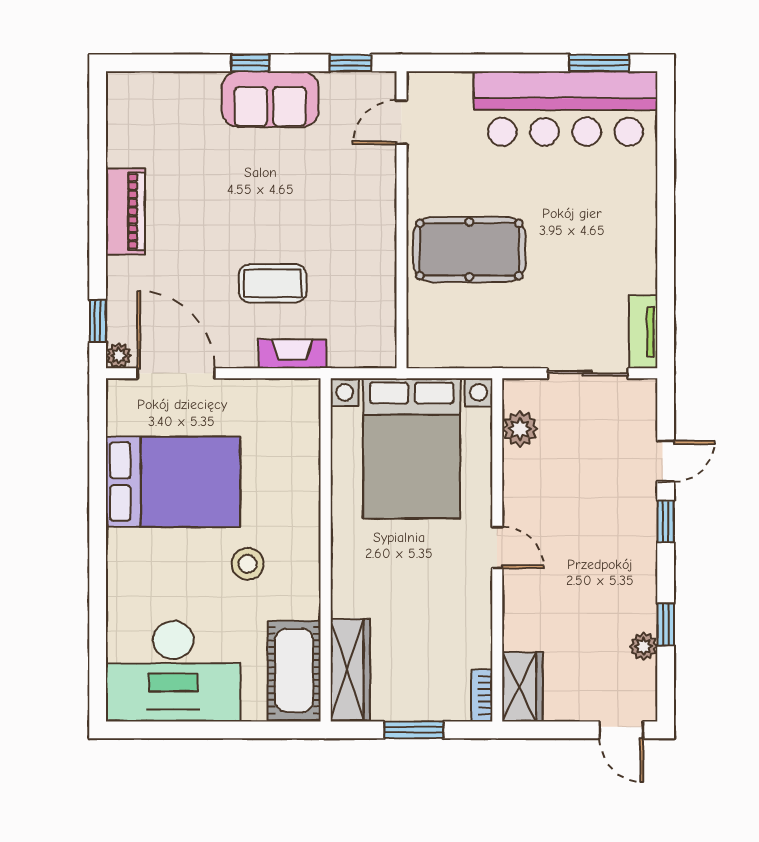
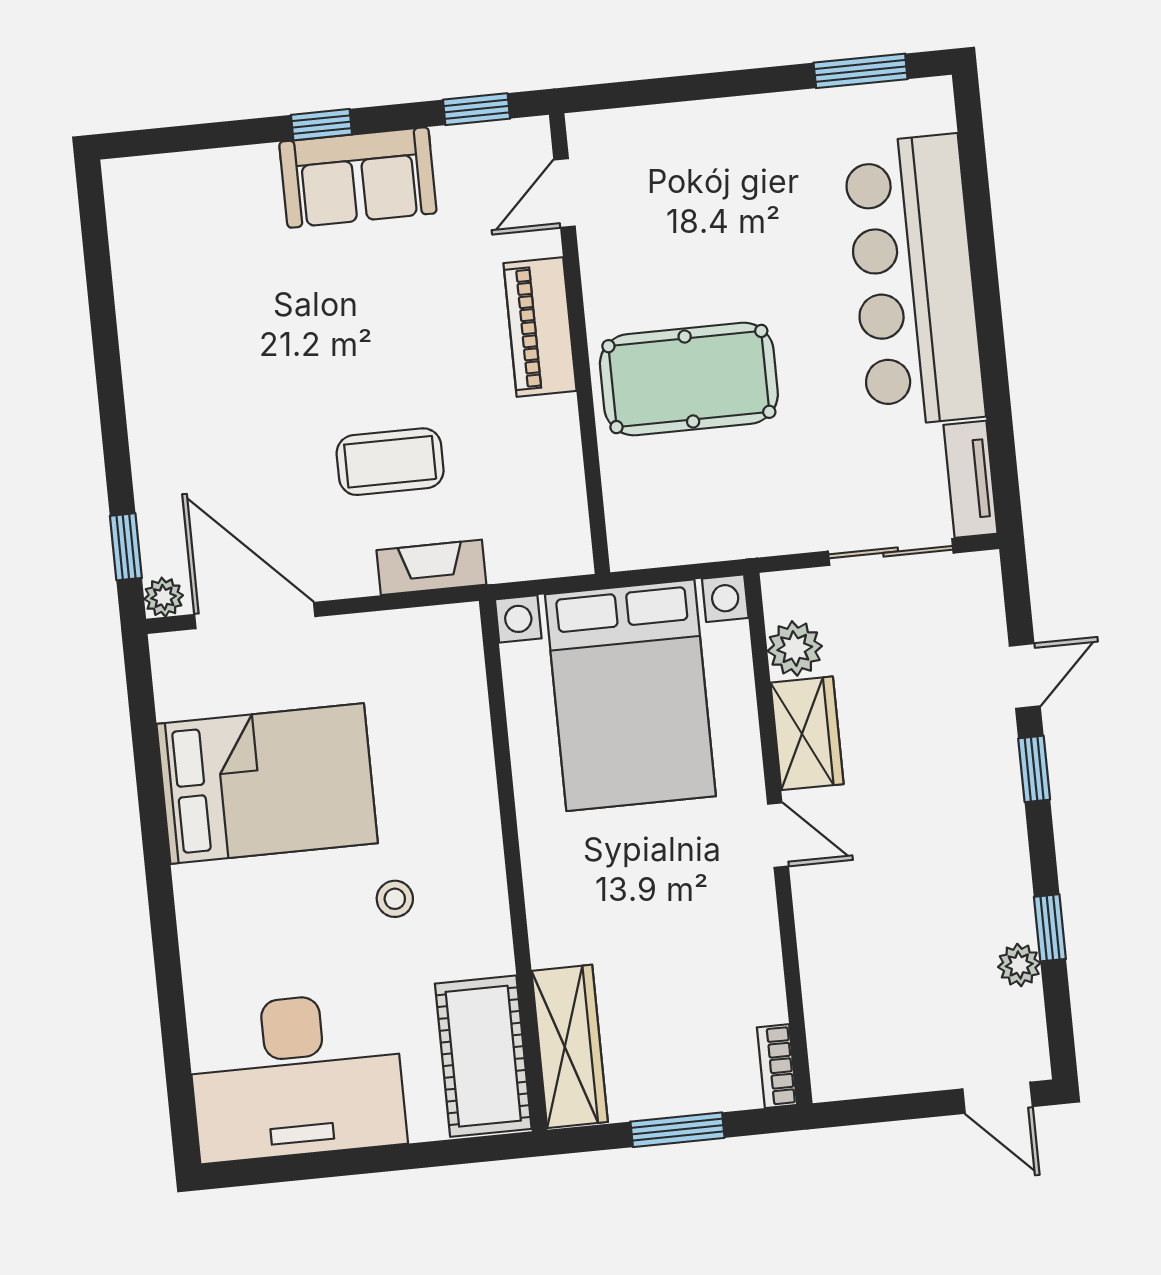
bar counter: (566, 109) -> (914, 281), moved, turned 90
piano: (125, 211) -> (540, 327), moved, turned 180
stool: (248, 564) -> (395, 899), width x0.73, depth x0.73
wardrobe: (522, 687) -> (807, 733), moved

